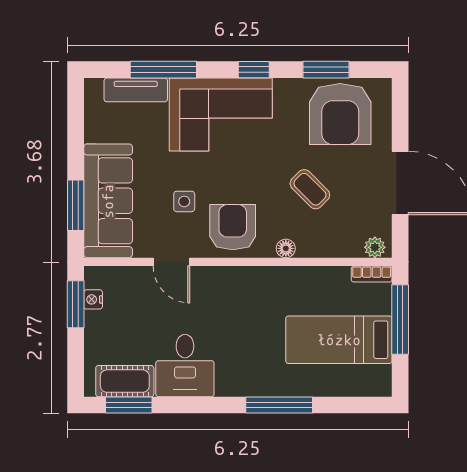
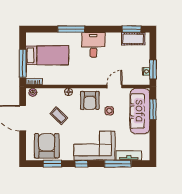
door: (172, 262) -> (114, 87), hinge flipped
desk: (185, 366) -> (93, 45), moved

